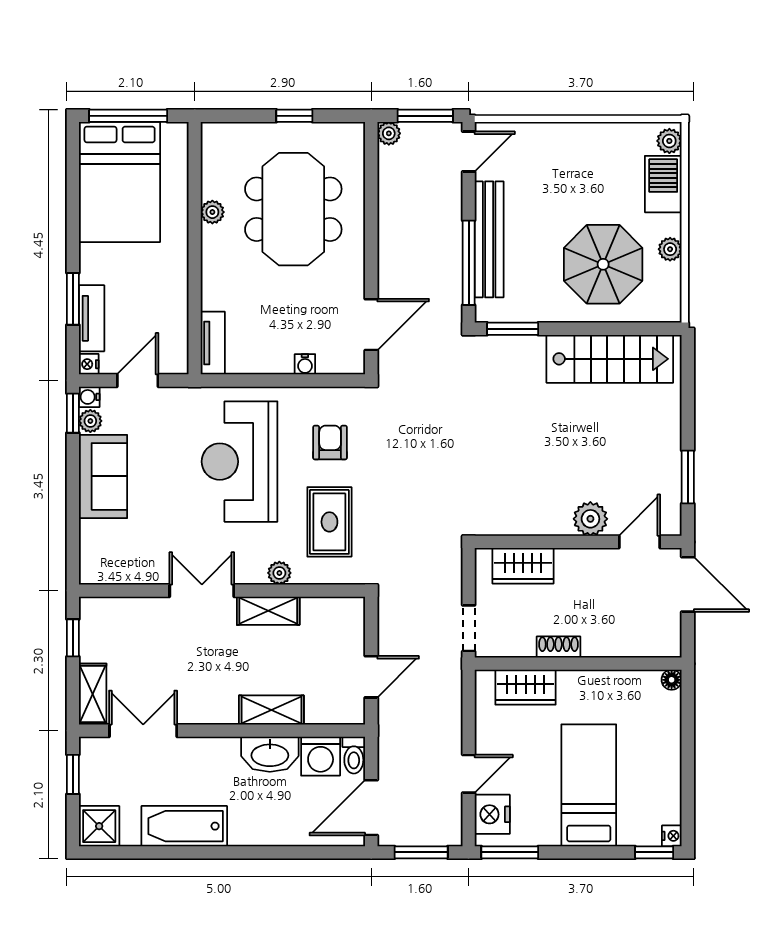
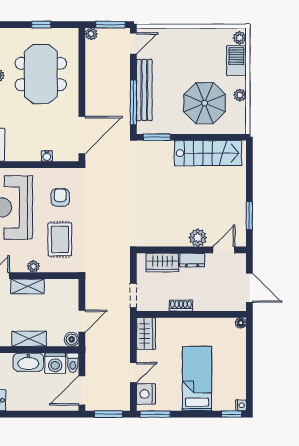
door: (371, 325) -> (82, 135), width x1.36
dresser: (580, 561) -> (192, 260), added
door: (688, 584) -> (249, 288), moved
wardrobe: (526, 687) -> (146, 333), moved, turned -90
boiler: (352, 711) -> (72, 339), added

